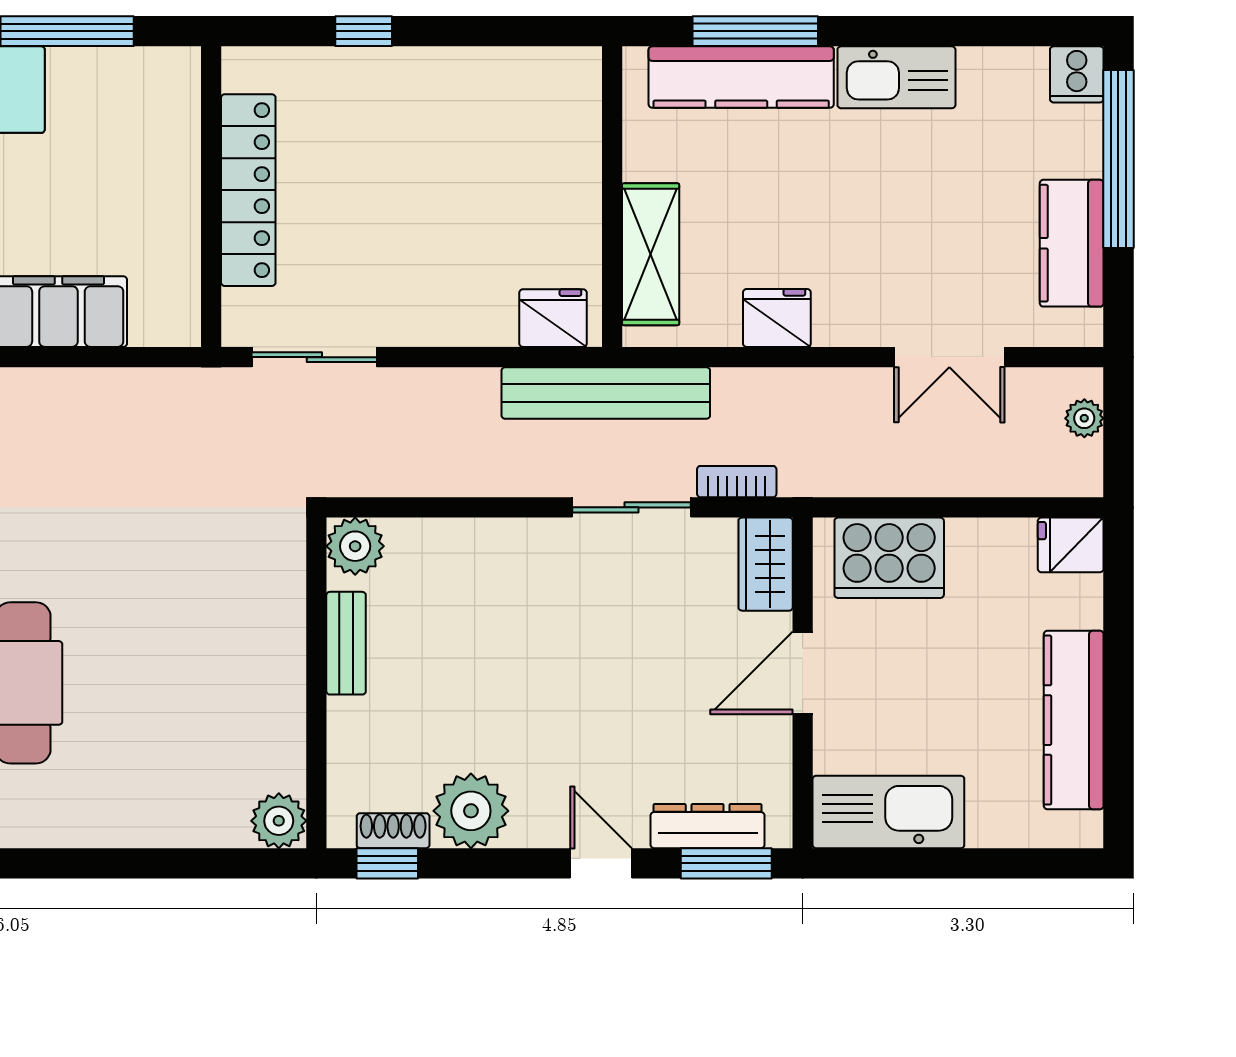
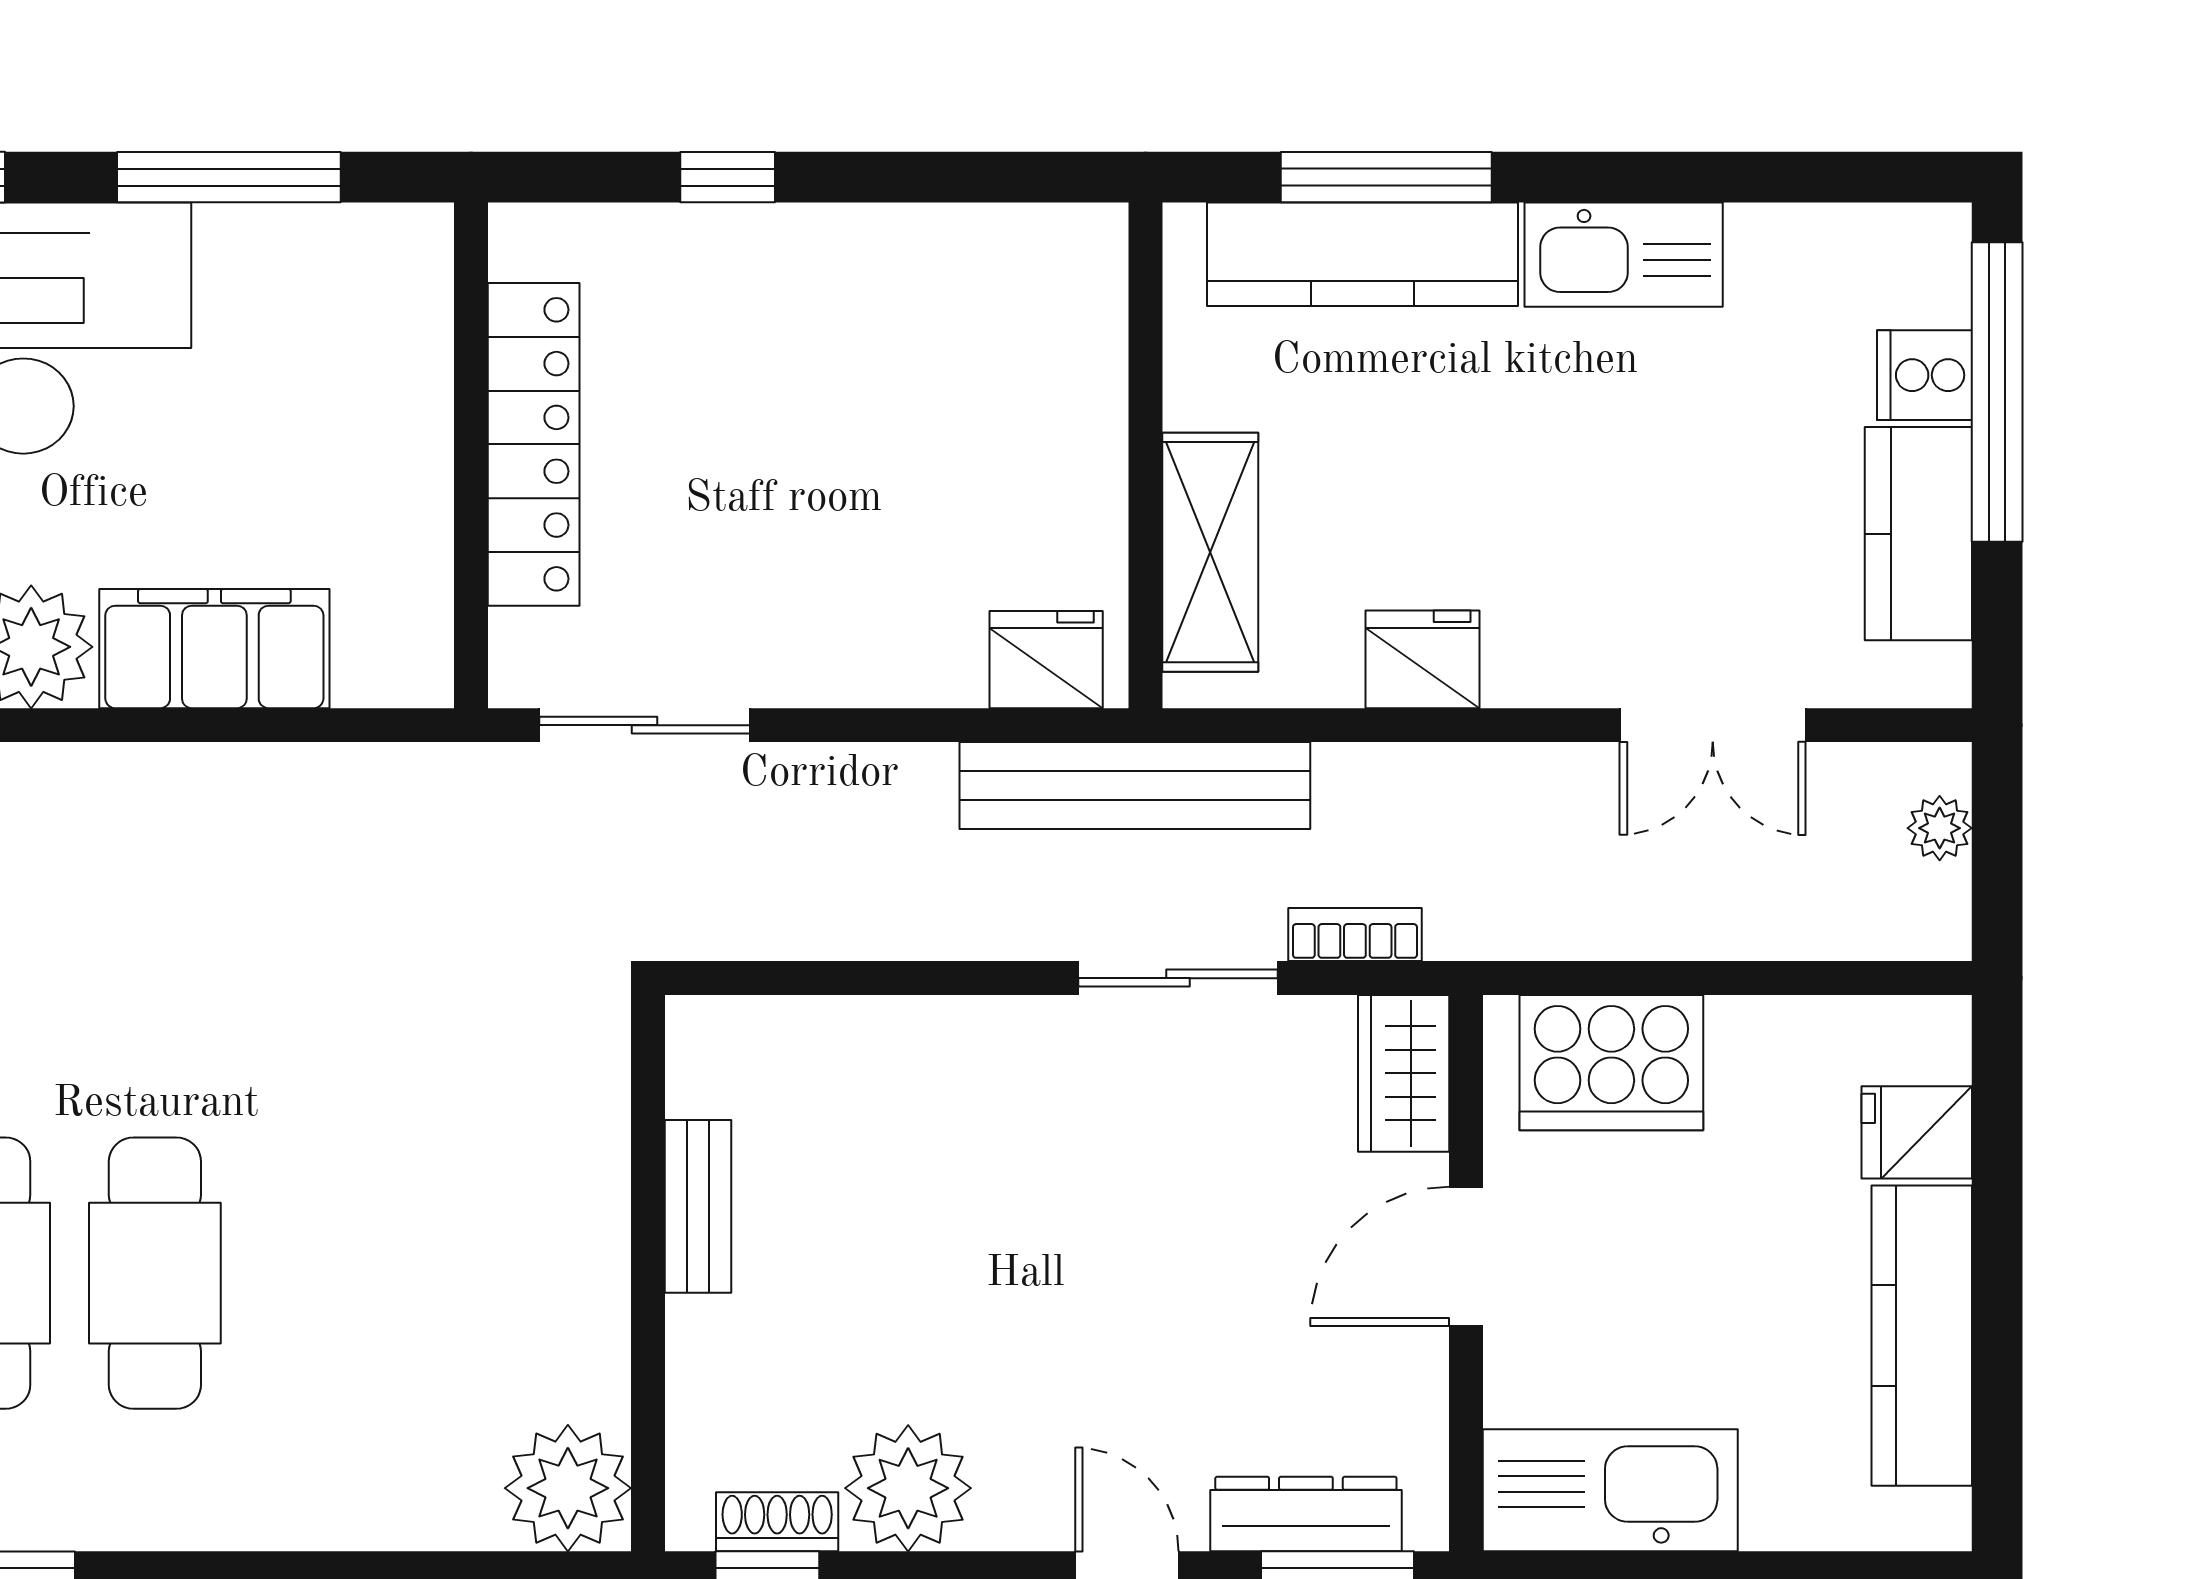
cooker: (1077, 74) -> (1924, 375), moved, turned 90
fridge: (1071, 545) -> (1917, 1132), moved
plant: (355, 546) -> (713, 1043), removed
plant: (279, 821) -> (568, 1488), width x1.36, depth x1.36

